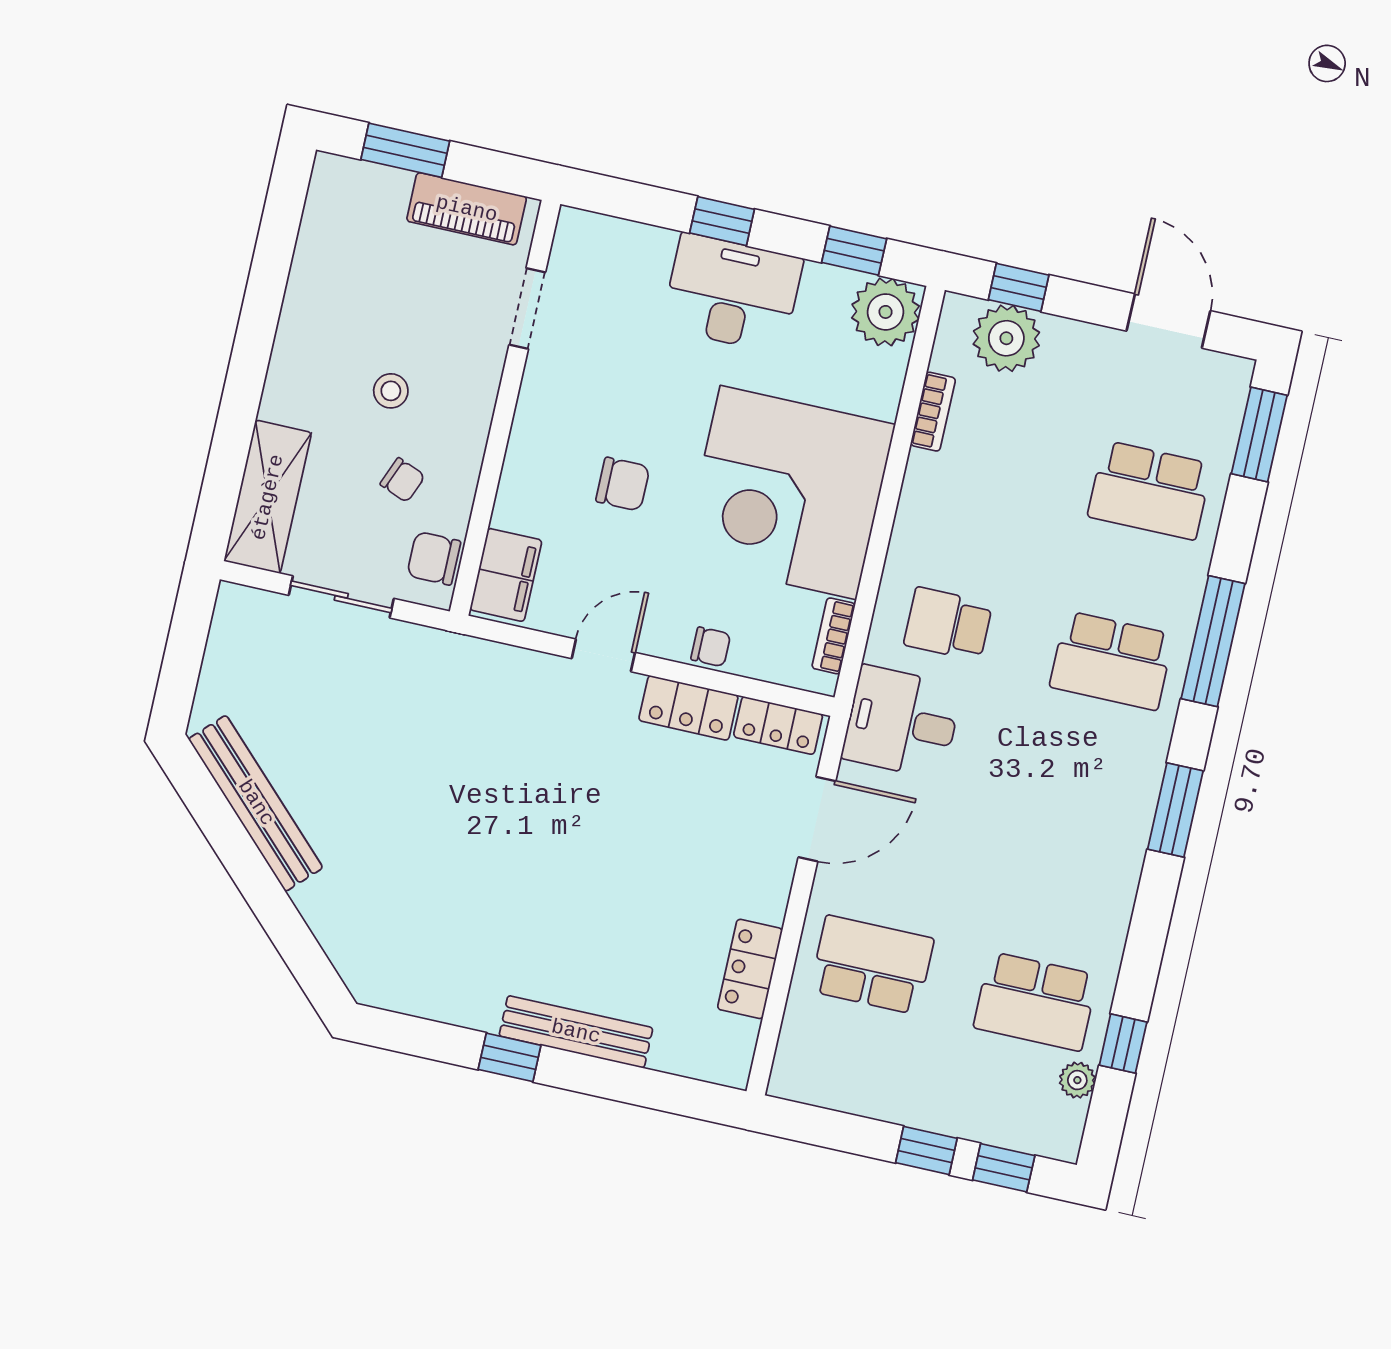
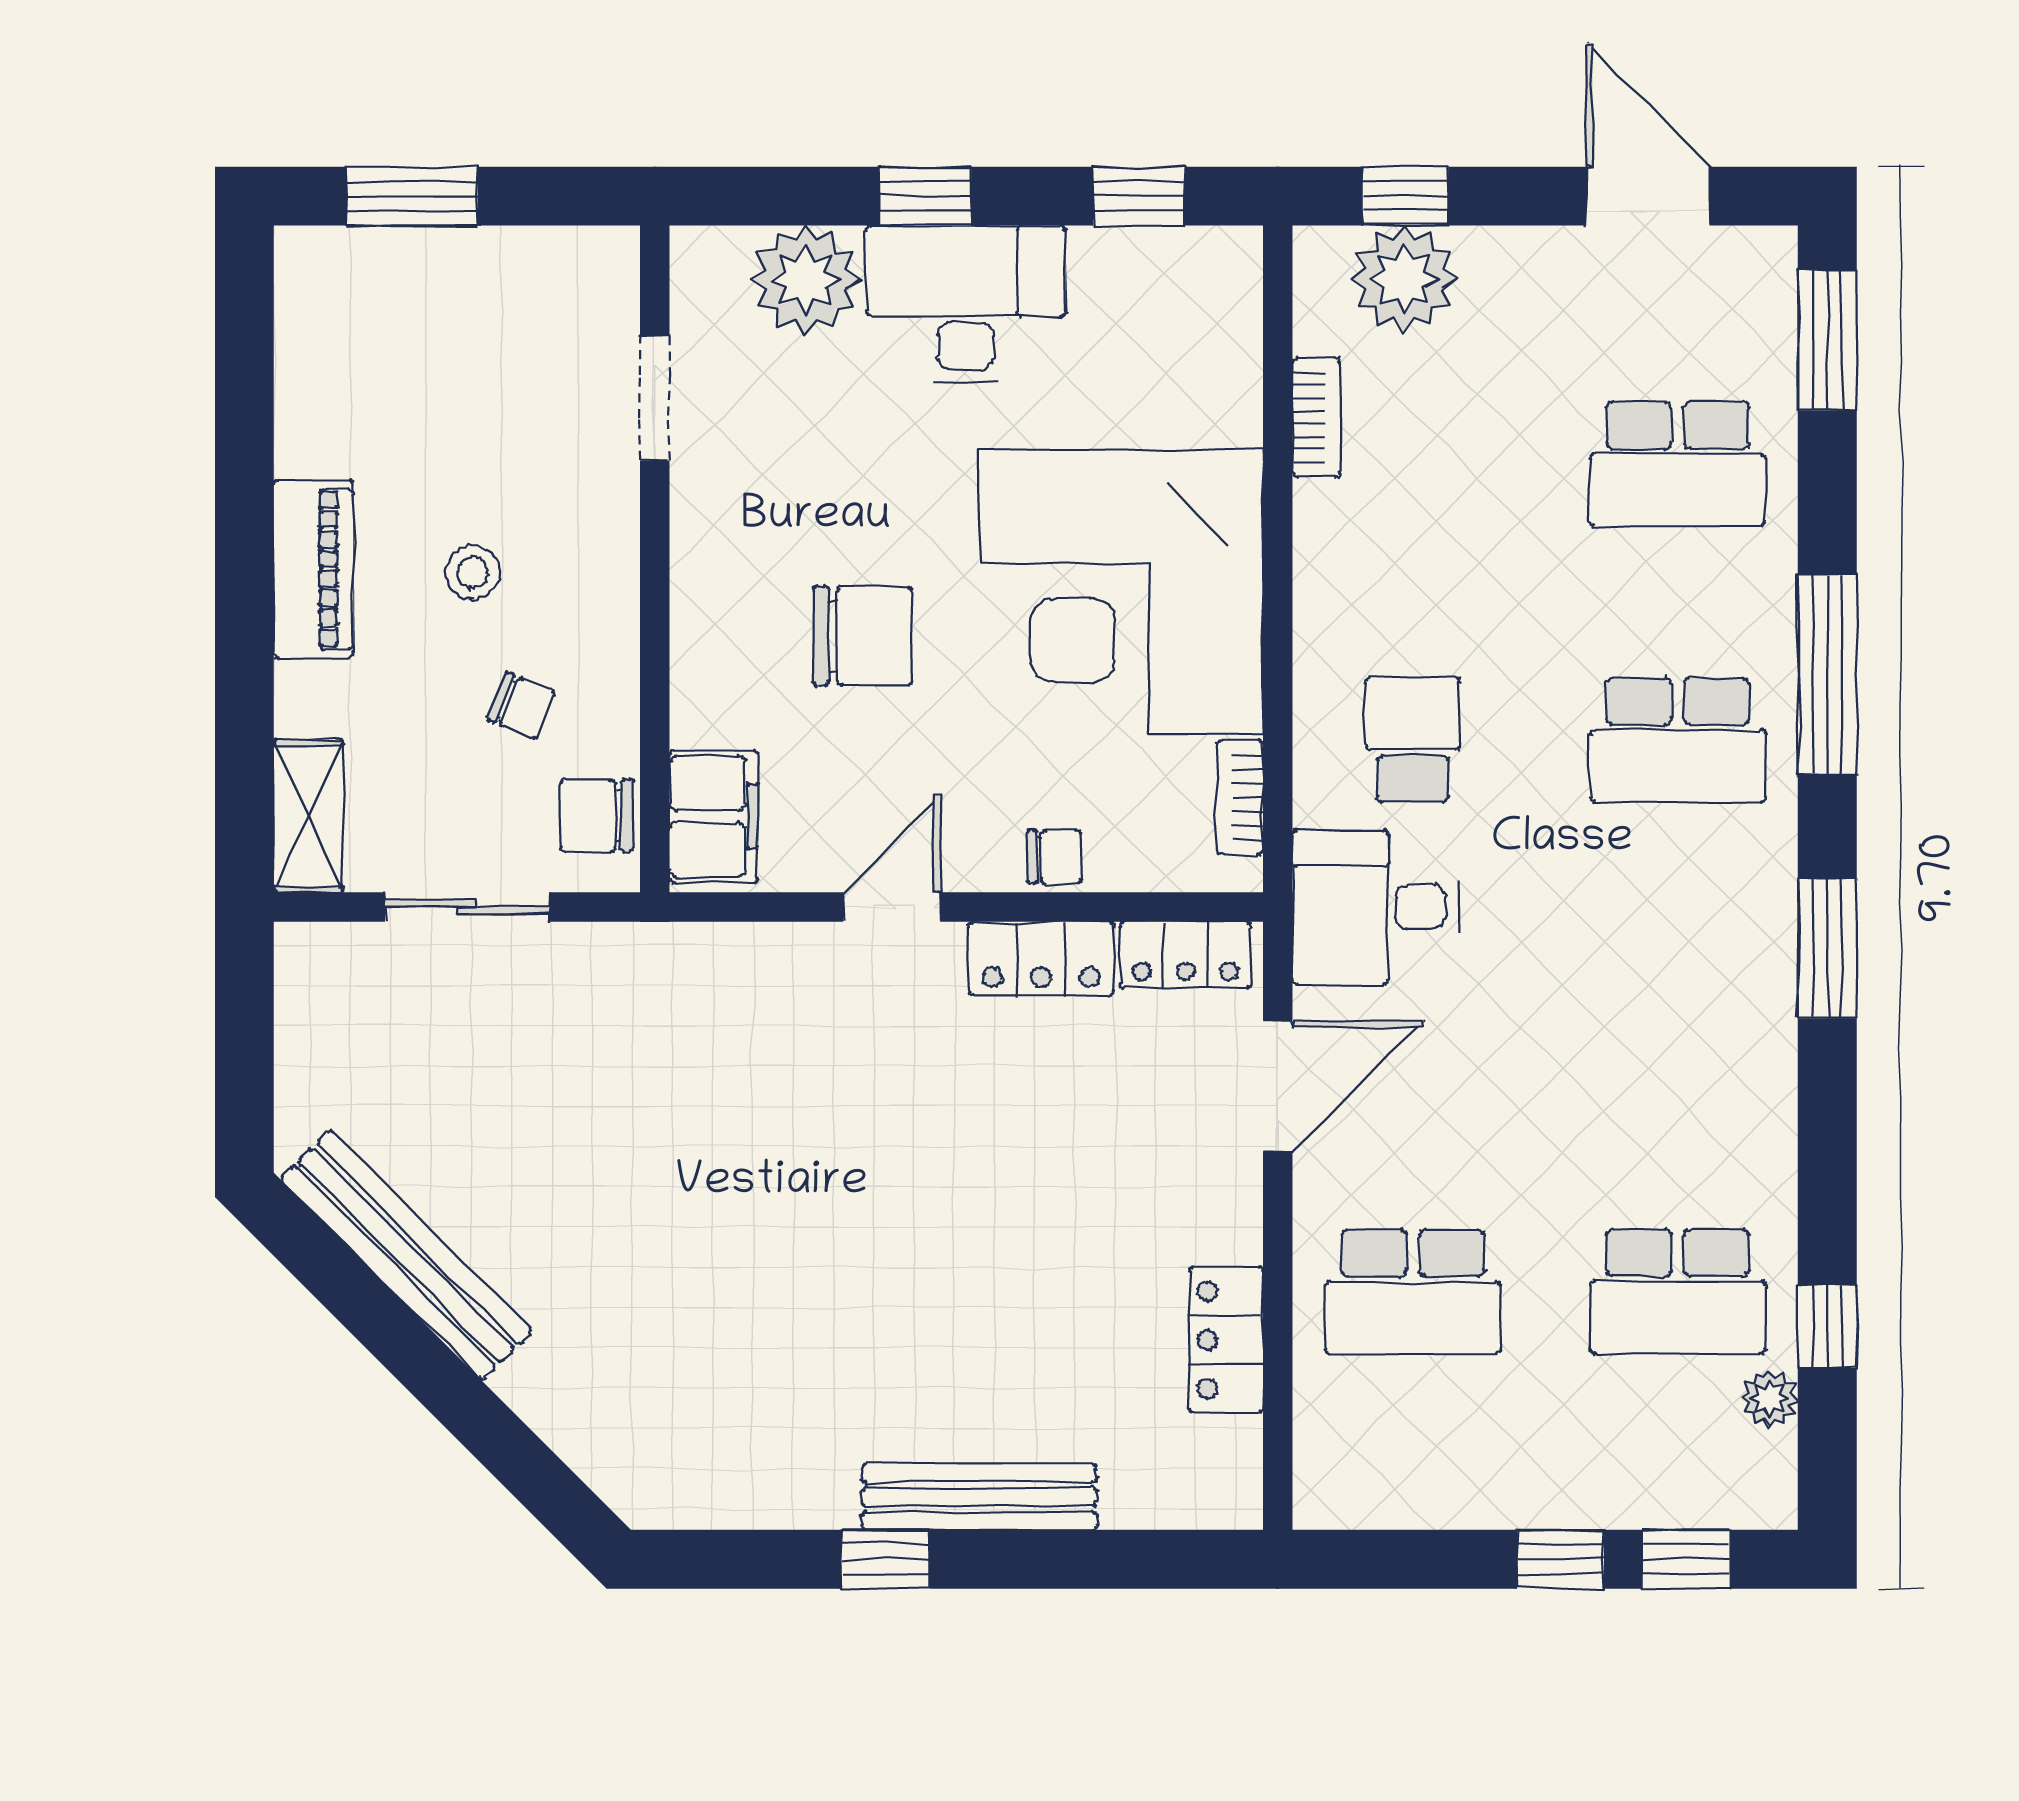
piano: (467, 209) -> (313, 569), moved, turned -90
plant: (886, 312) -> (806, 280), moved
chair: (623, 484) -> (863, 636), width x1.37, depth x1.37
shelving: (268, 497) -> (308, 816), width x0.67, depth x0.75
school desk: (948, 624) -> (1413, 740), turned 90
school desk: (872, 965) -> (1413, 1292), turned 180

